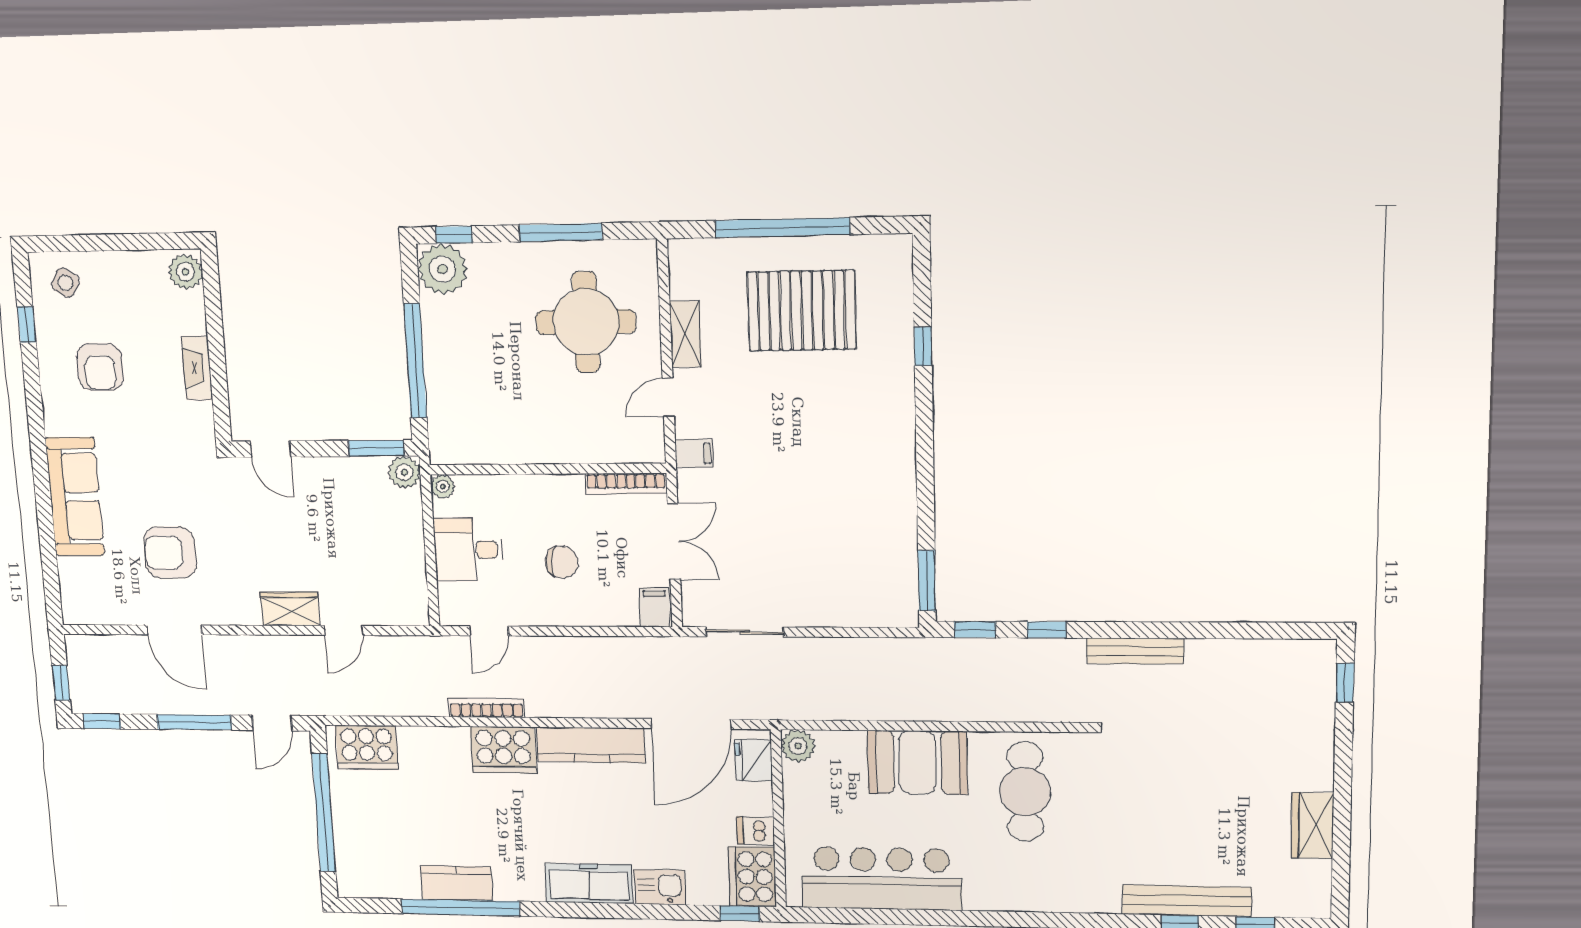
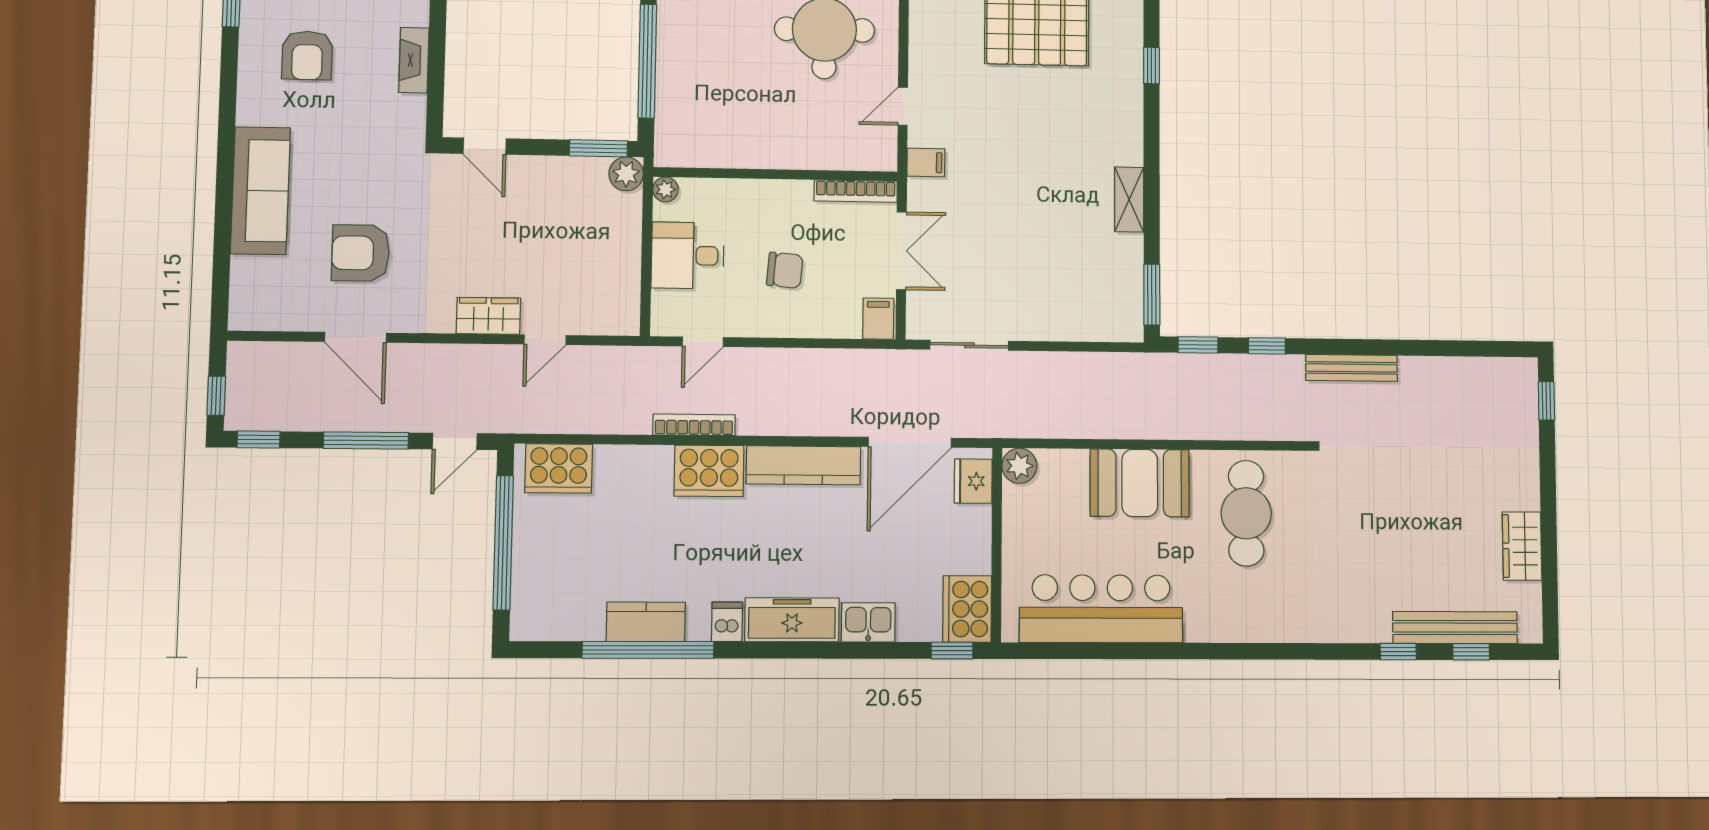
shelving: (685, 334) -> (1129, 199), moved
dishwasher: (756, 831) -> (727, 622), moved, turned 90
bench: (1187, 901) -> (1455, 628), moved

